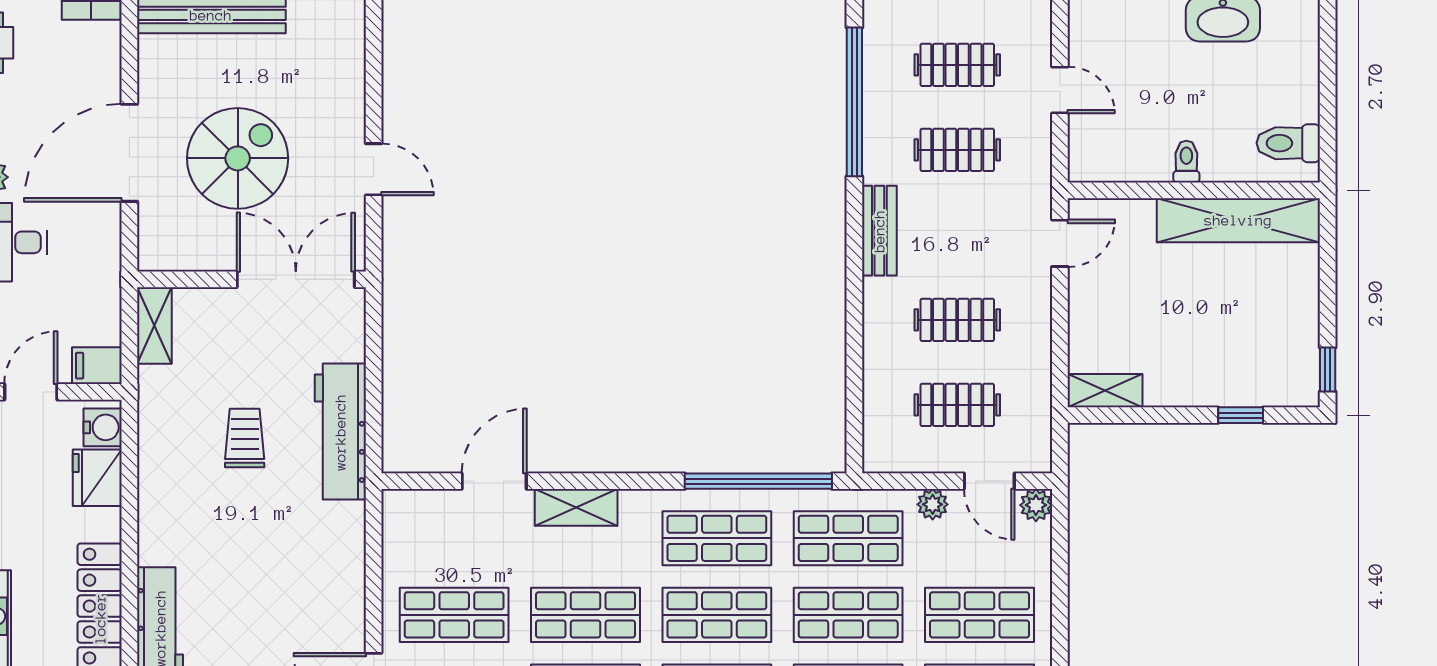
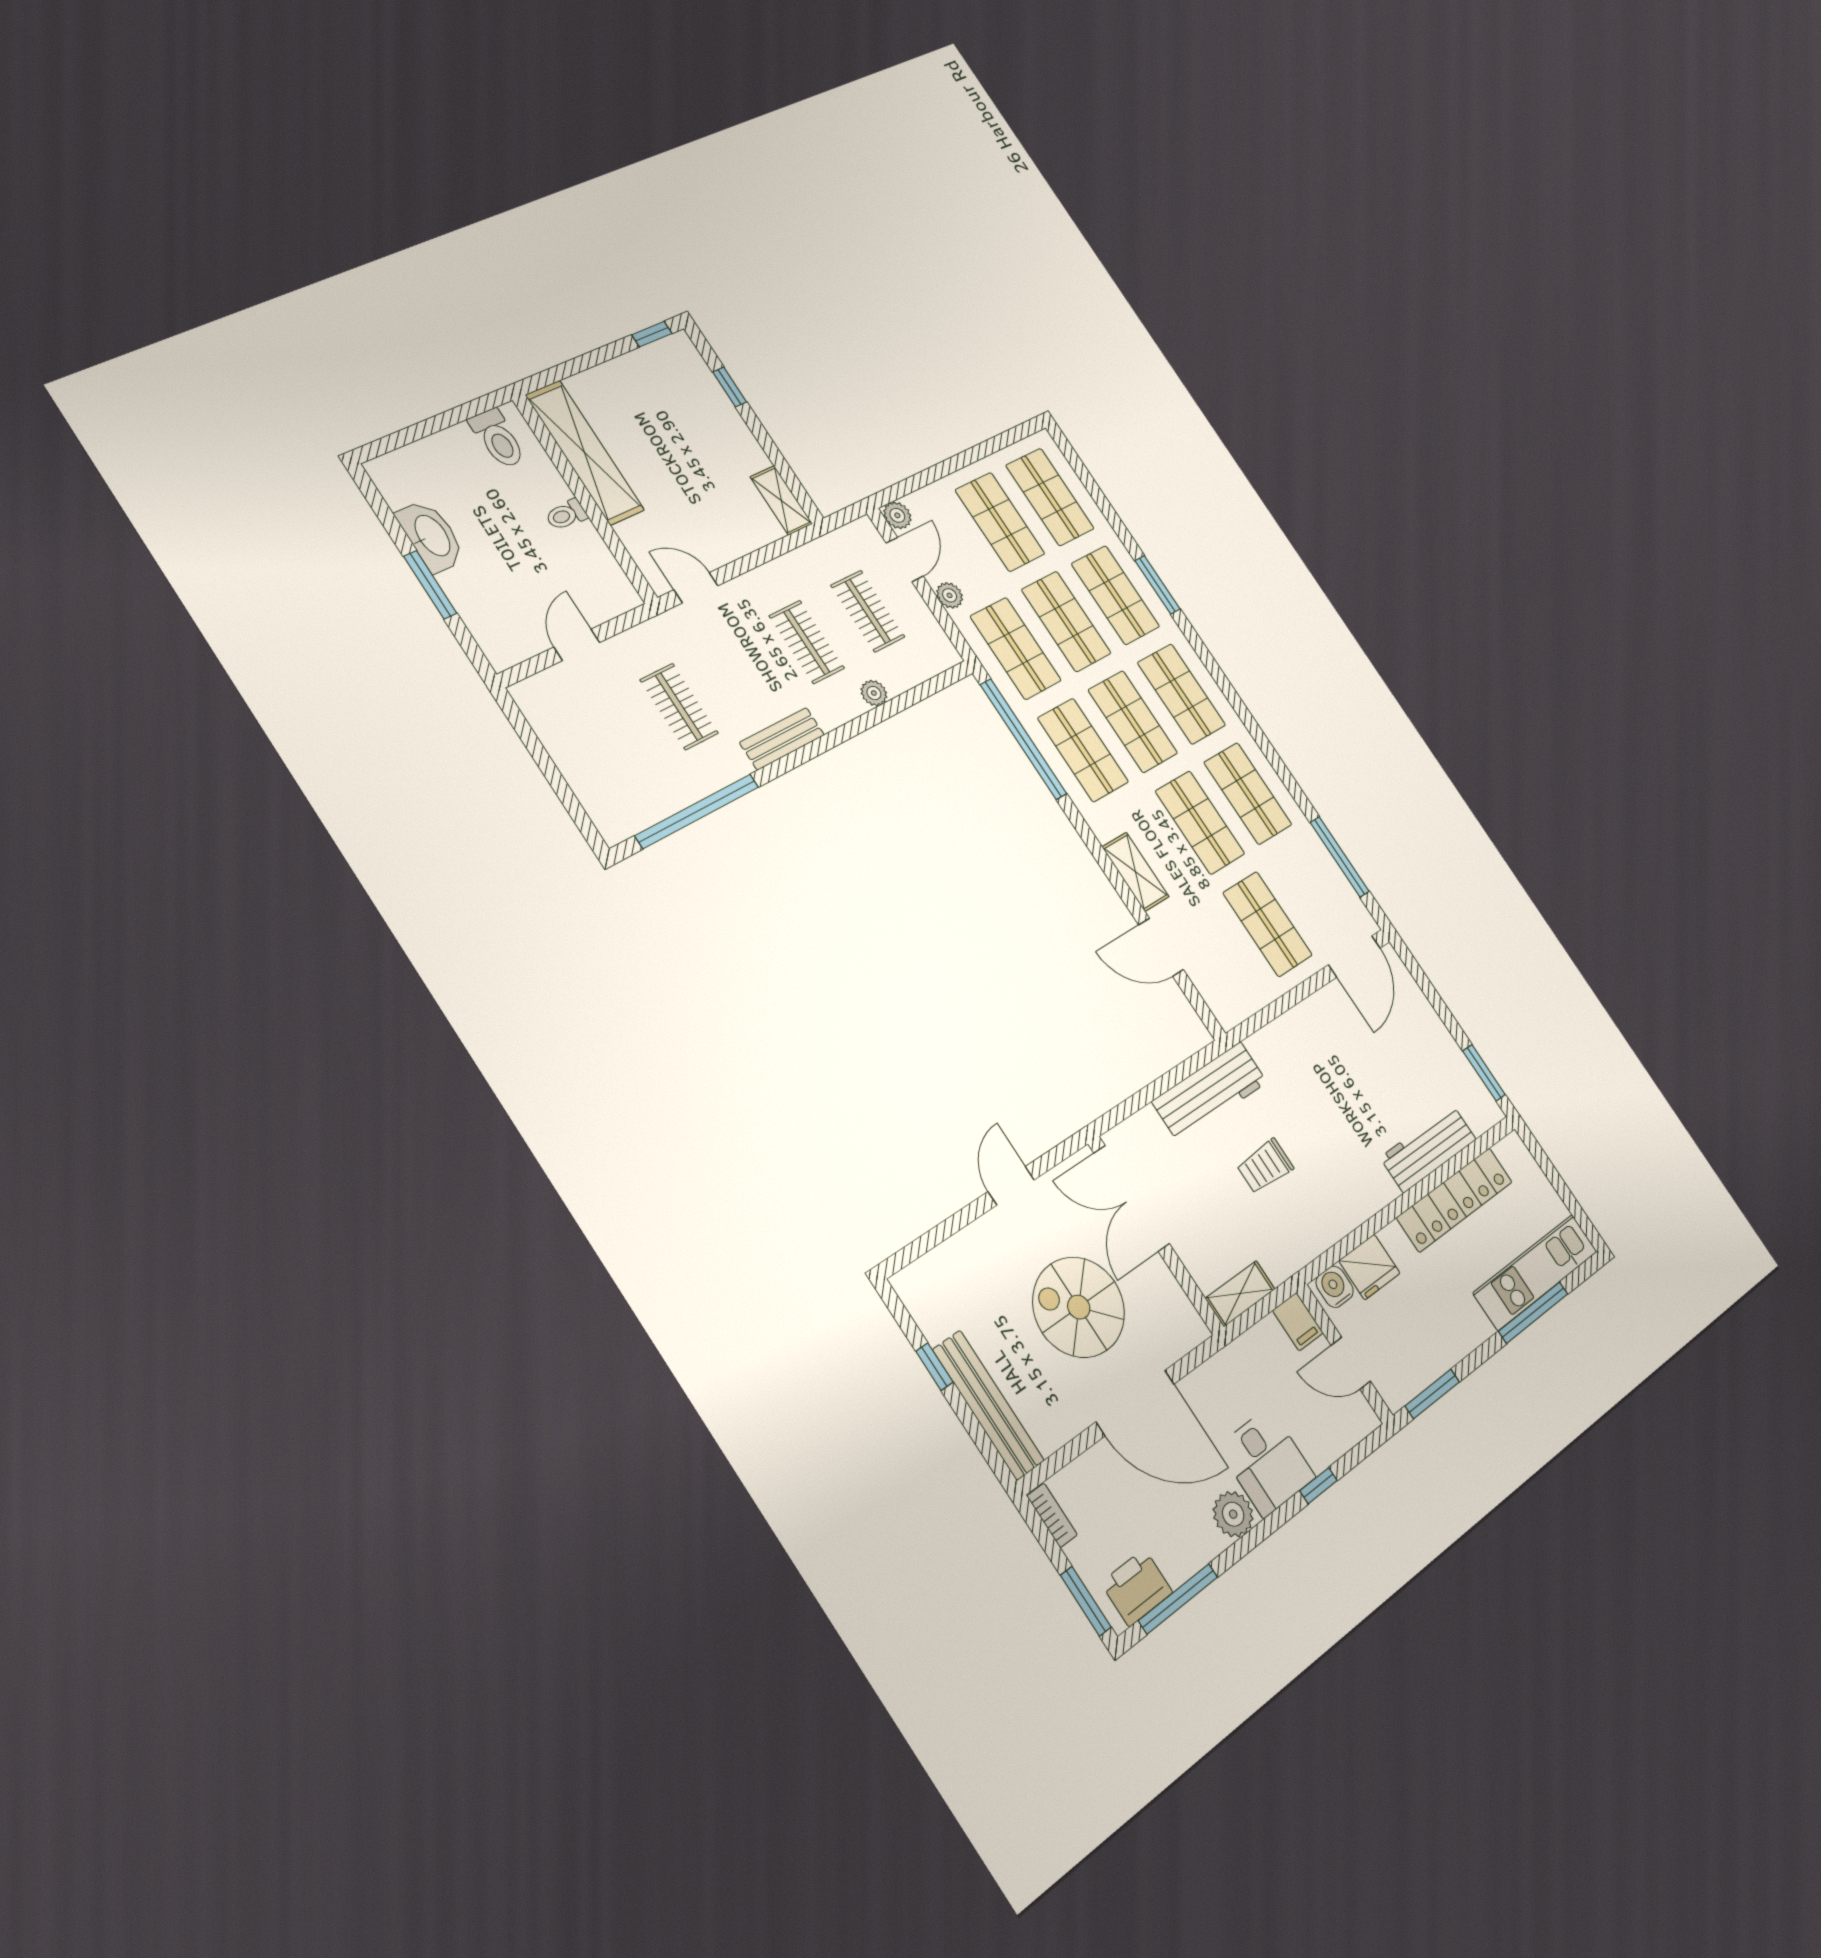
clothes rail: (957, 65) -> (612, 740), removed
plant: (877, 355) -> (874, 693), added

